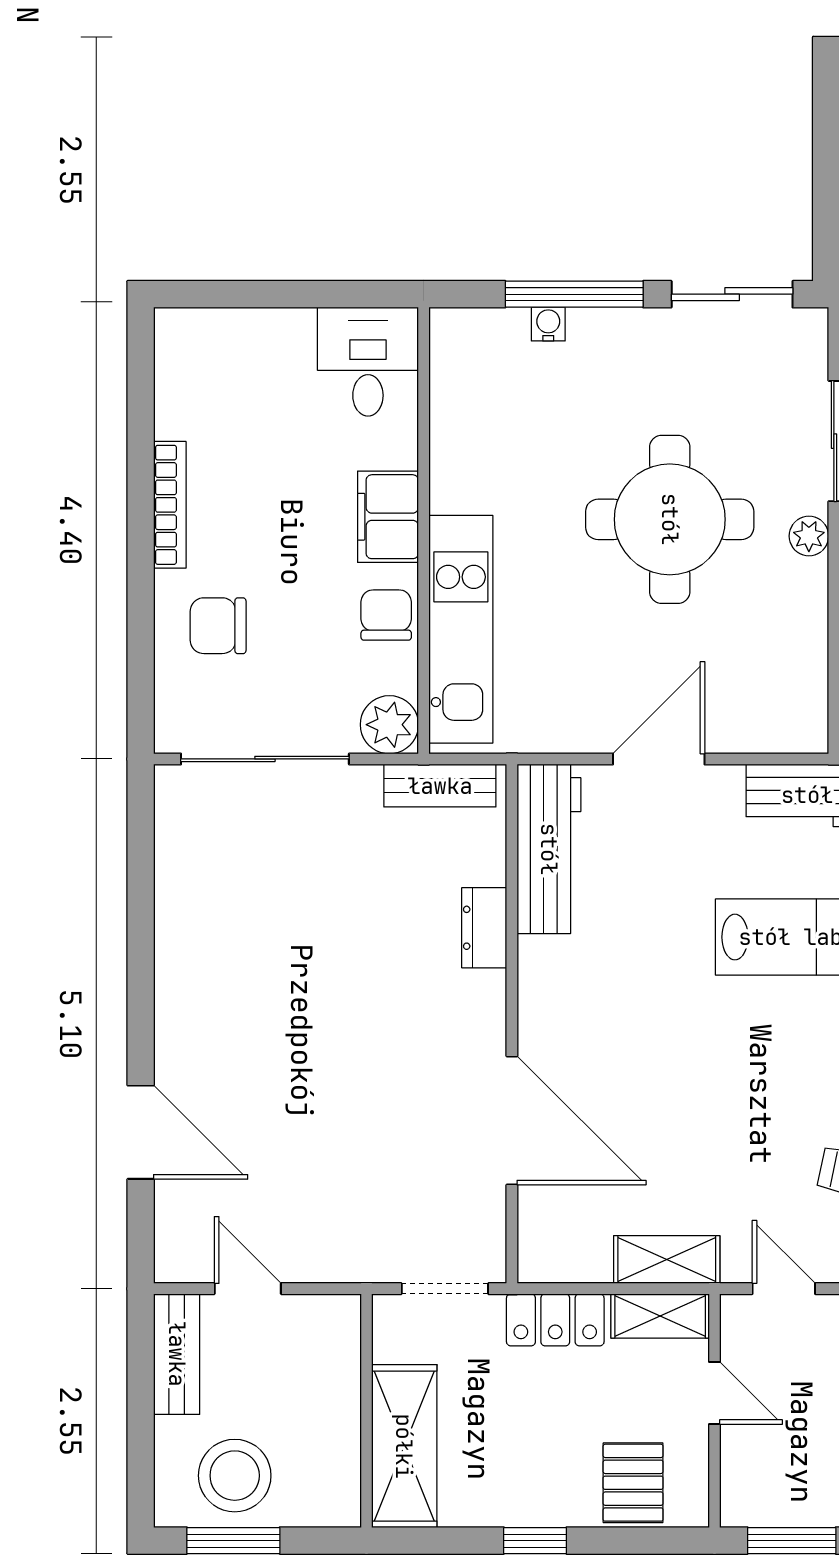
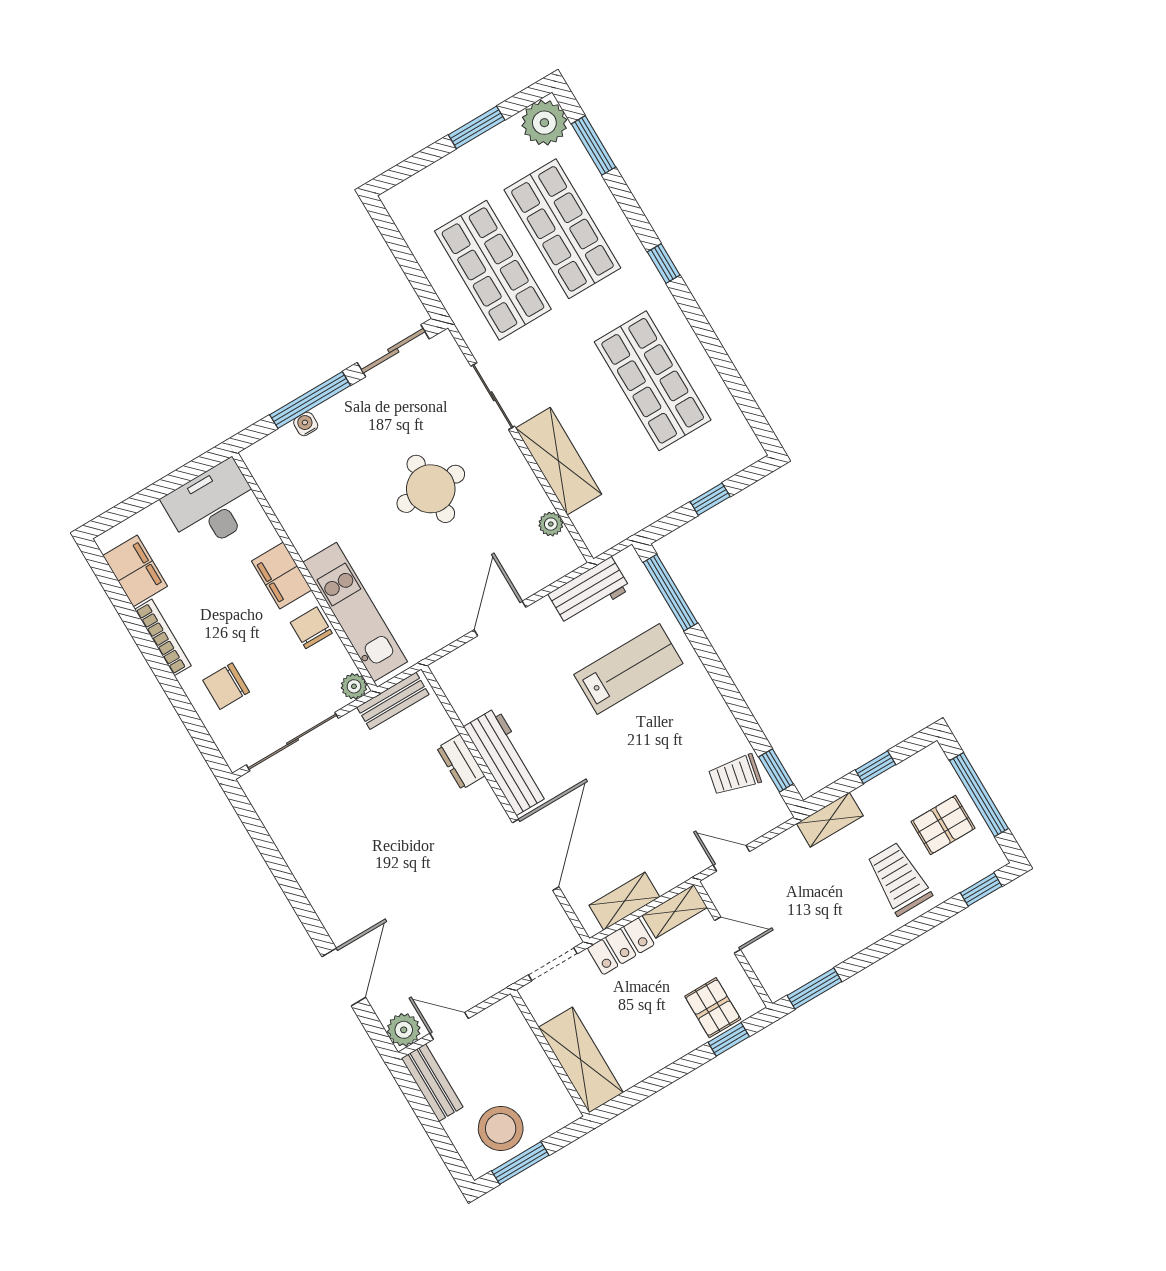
desk: (368, 362) -> (213, 506), width x1.37
filing cabinet: (186, 388) -> (135, 571), added
round table: (670, 519) -> (431, 489), width x0.73, depth x0.73
plant: (809, 536) -> (551, 524), moved
plant: (389, 725) -> (354, 686), width x0.73, depth x0.73
workbench: (549, 849) -> (506, 761), moved
door: (512, 1120) -> (536, 855), hinge flipped
door: (141, 1132) -> (344, 977), hinge flipped
plant: (181, 1256) -> (404, 1030), added
shelving: (667, 1260) -> (624, 901), moved
window: (535, 1541) -> (729, 1039), moved

